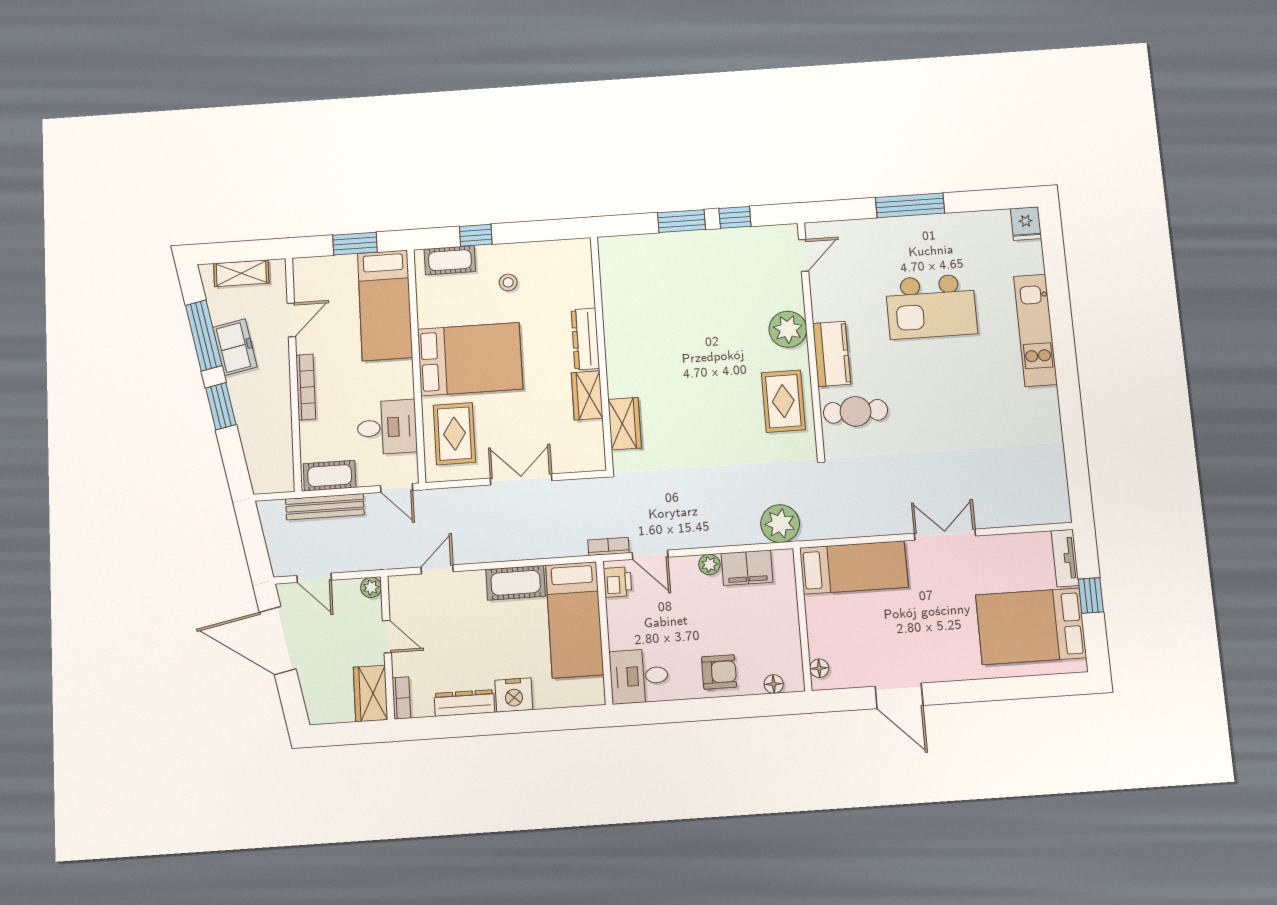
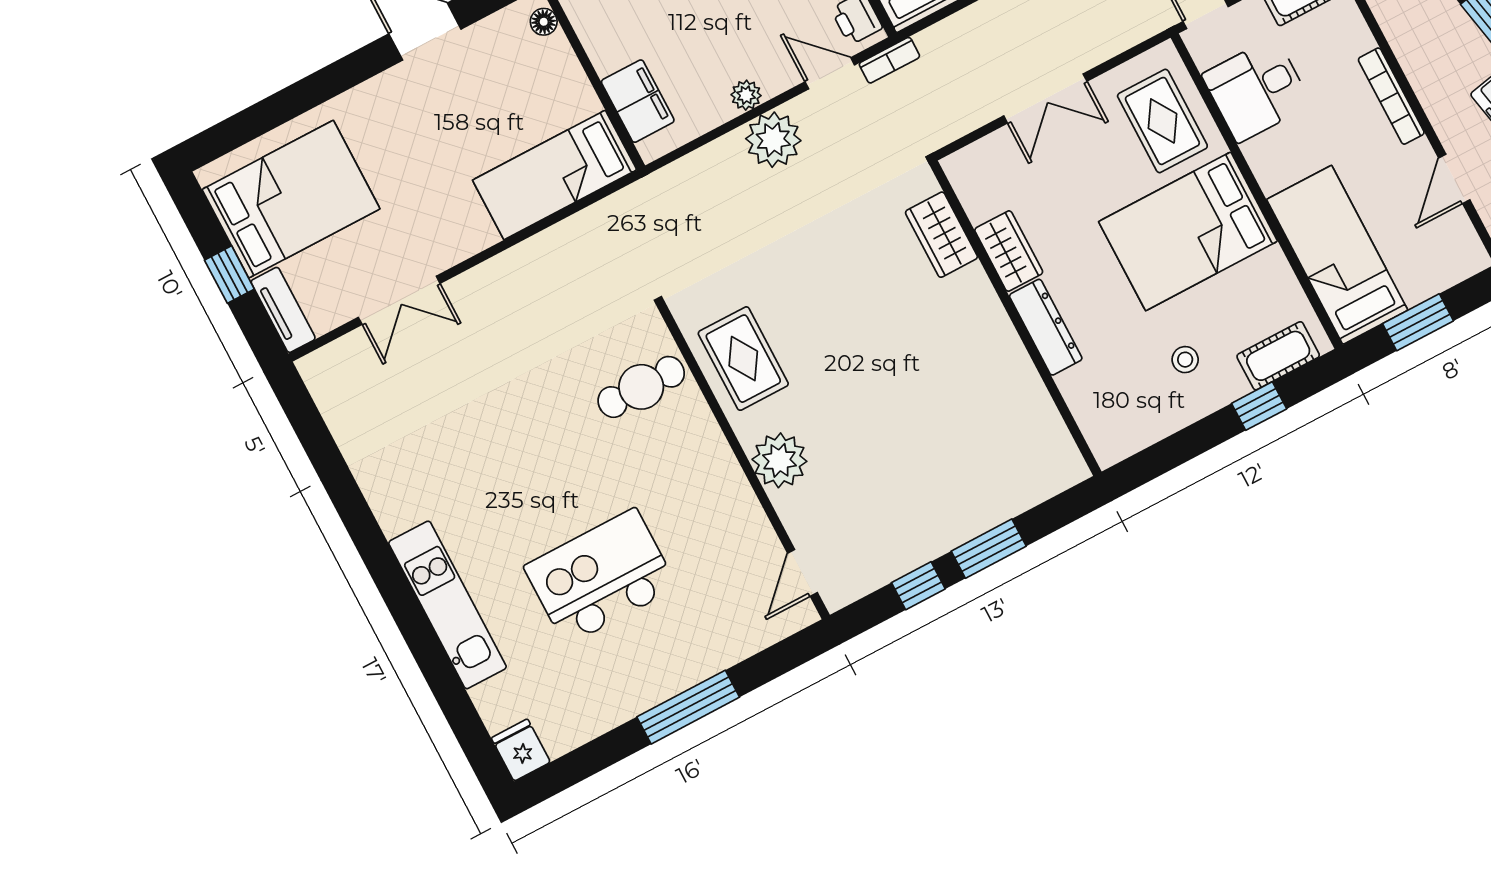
kitchen counter: (831, 354) -> (707, 452), removed
plant: (780, 524) -> (773, 140), moved
double door: (945, 535) -> (399, 300), moved
filing cabinet: (747, 568) -> (638, 101), moved, turned 90

